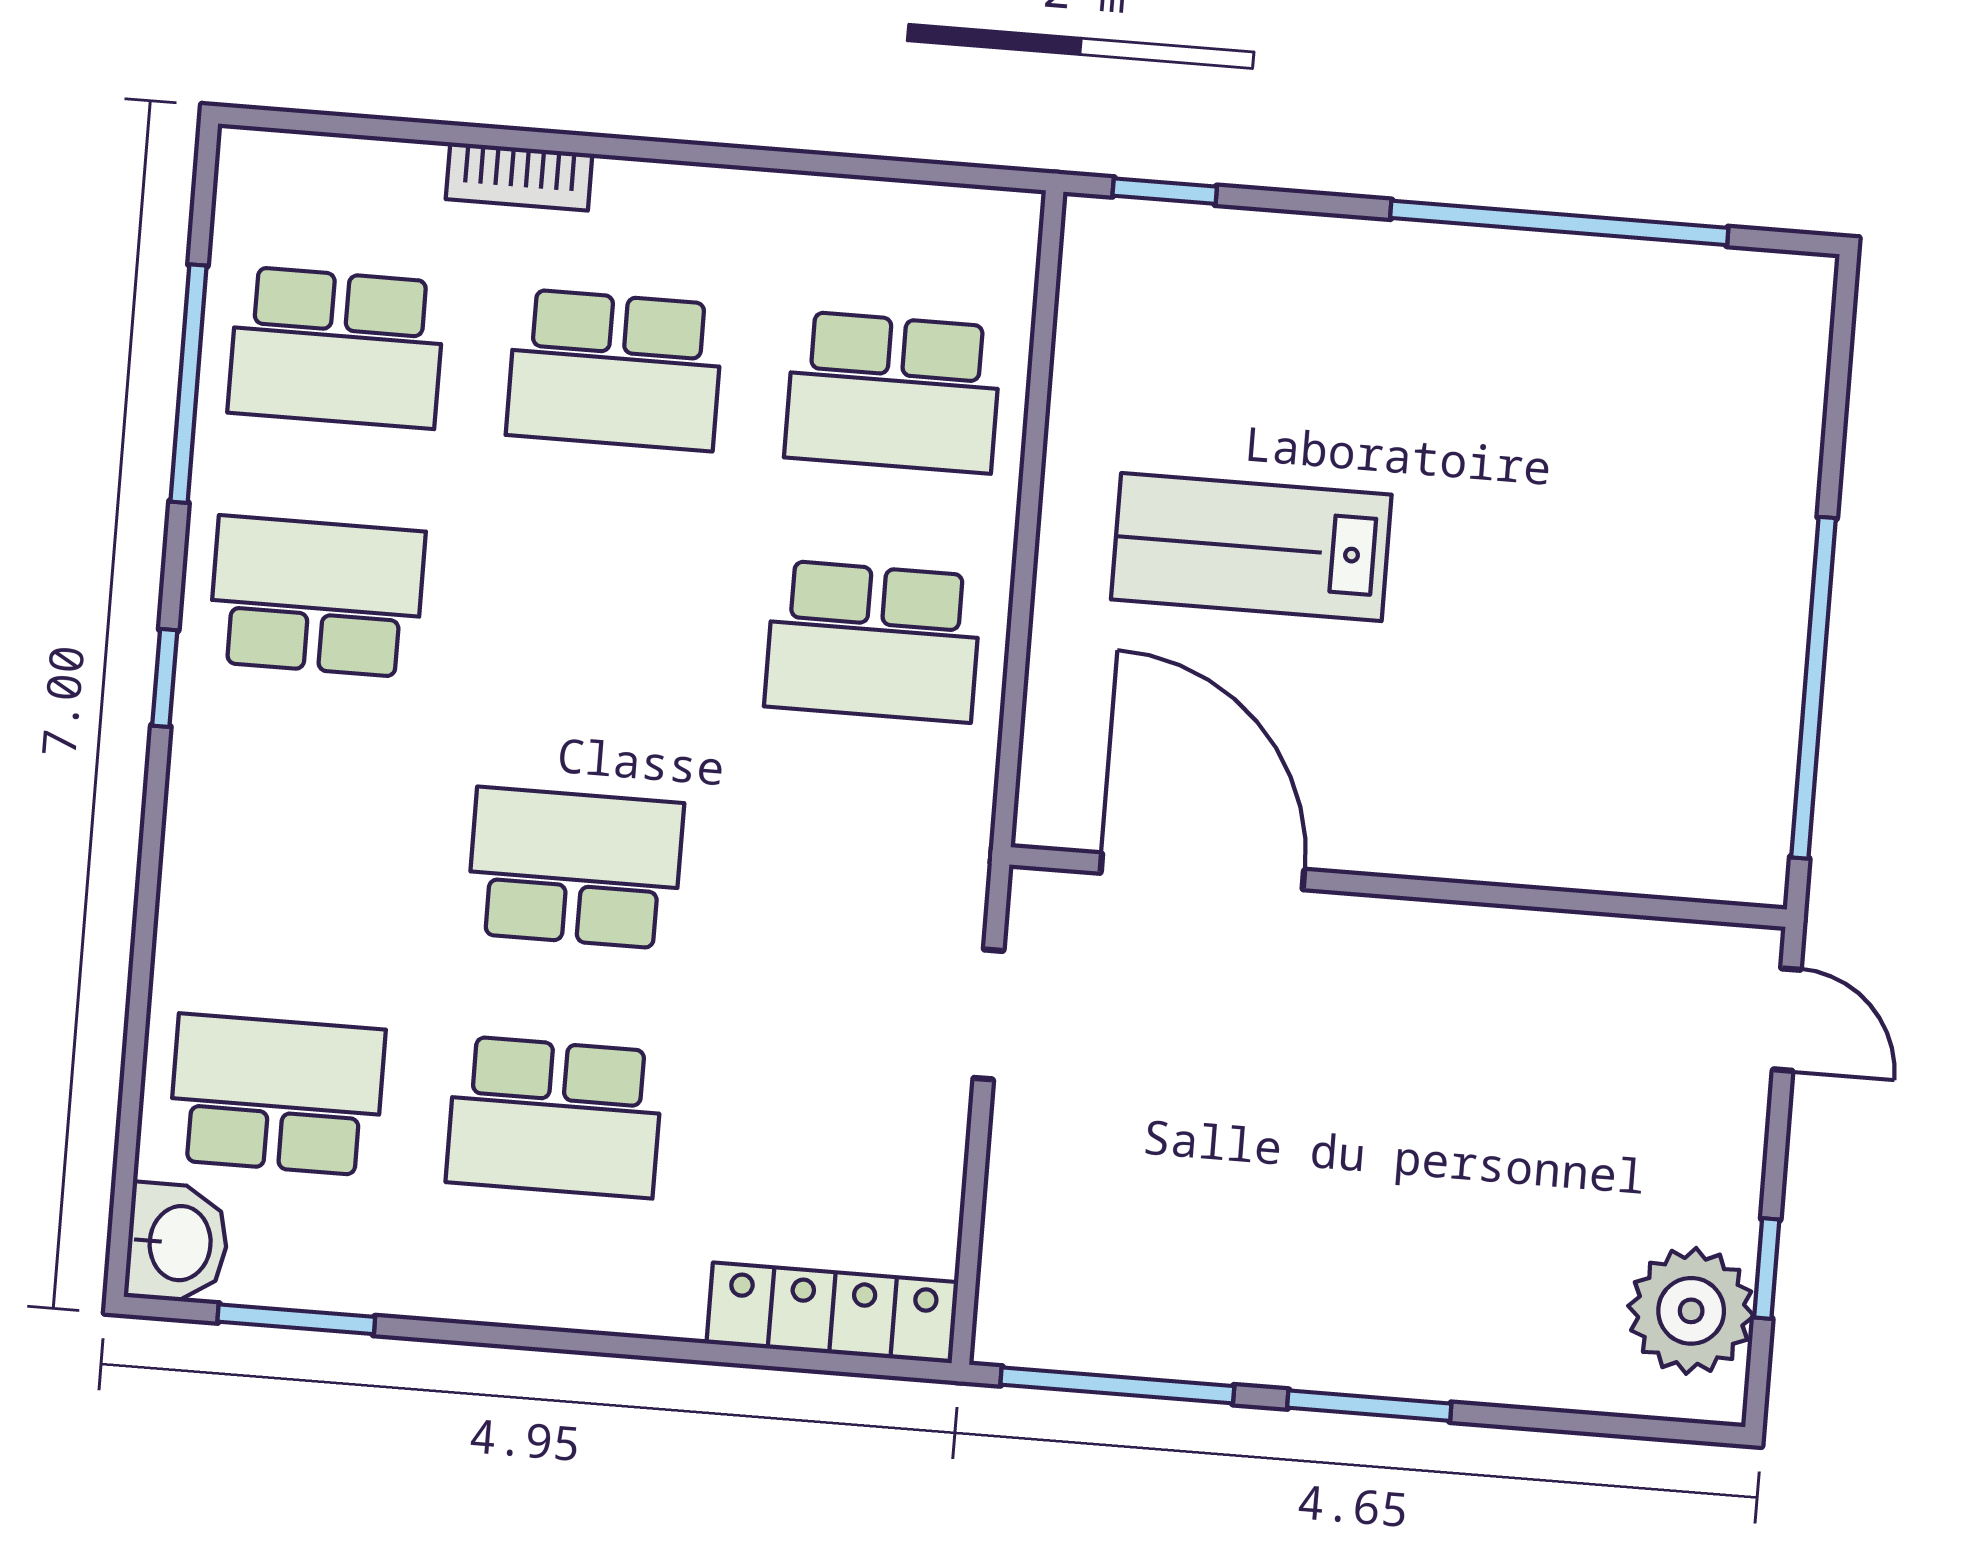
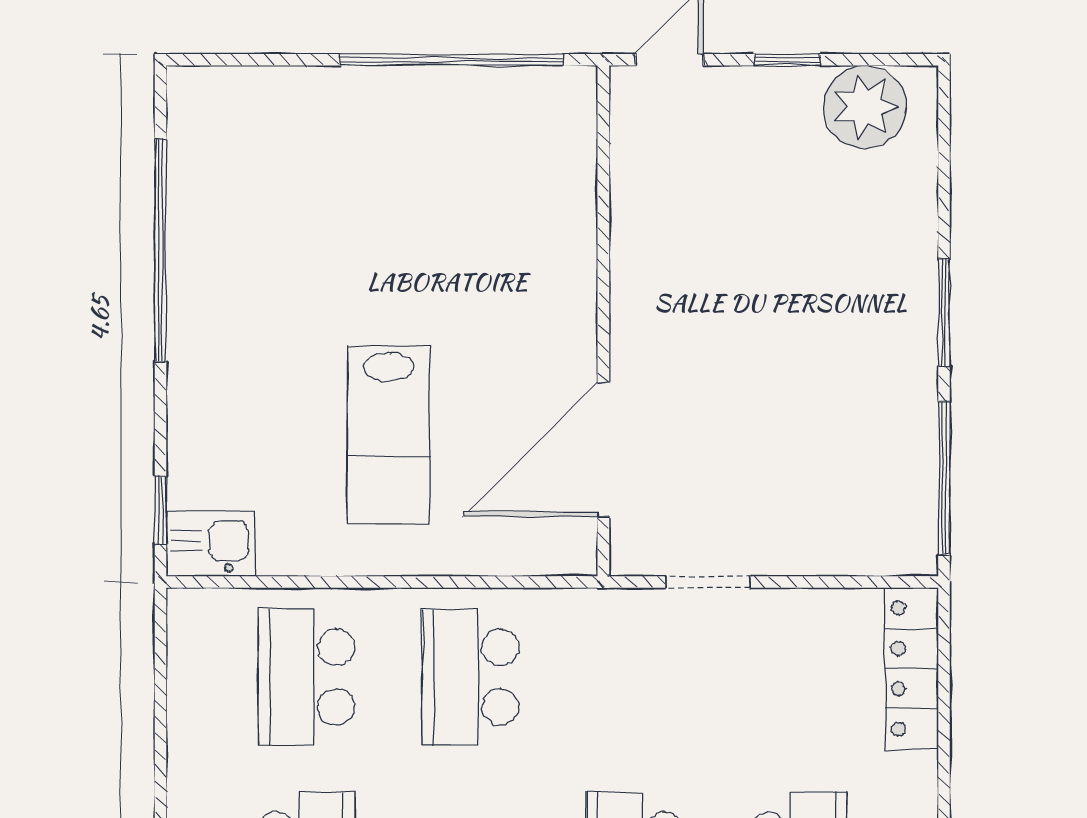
kitchen sink: (1107, 263) -> (211, 544), added
school desk: (893, 392) -> (306, 677), turned 180
school desk: (873, 641) -> (470, 677), turned 180
window: (1767, 1269) -> (788, 60), moved

